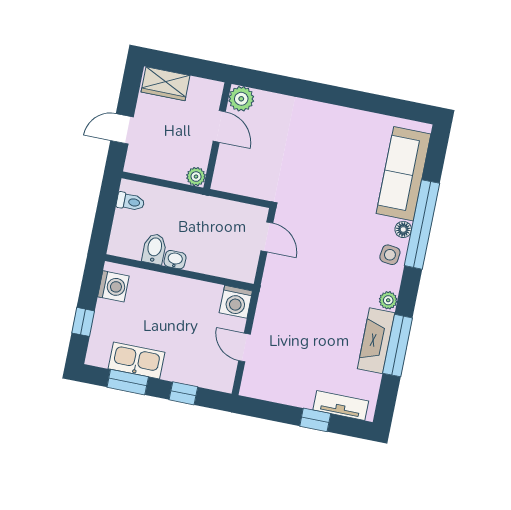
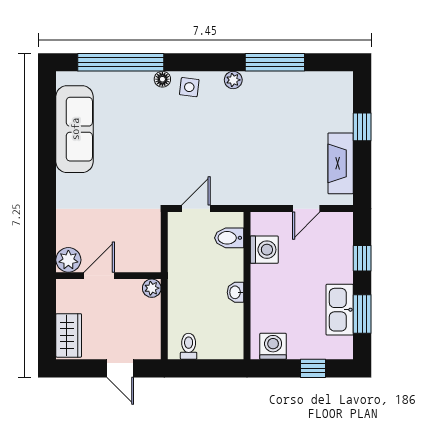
sofa: (404, 174) -> (75, 129), moved, turned -90
window: (422, 224) -> (121, 62), moved
bidet: (154, 249) -> (229, 238), moved
washing machine: (236, 302) -> (264, 250), moved
fireplace: (376, 341) -> (341, 163), moved, turned 90
tv unit: (341, 405) -> (343, 105), removed

